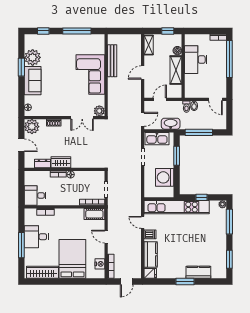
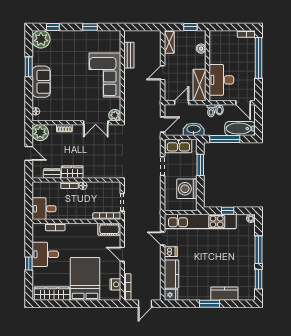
window: (77, 31) -> (90, 27), width x0.46
plant: (33, 57) -> (41, 39), moved
desk: (196, 60) -> (221, 80), moved
bench: (112, 61) -> (129, 55), width x0.73
shelving: (176, 70) -> (199, 85), moved
bathtub: (213, 123) -> (240, 129), added
window: (229, 222) -> (258, 250), moved
window: (21, 245) -> (29, 264), width x0.46

